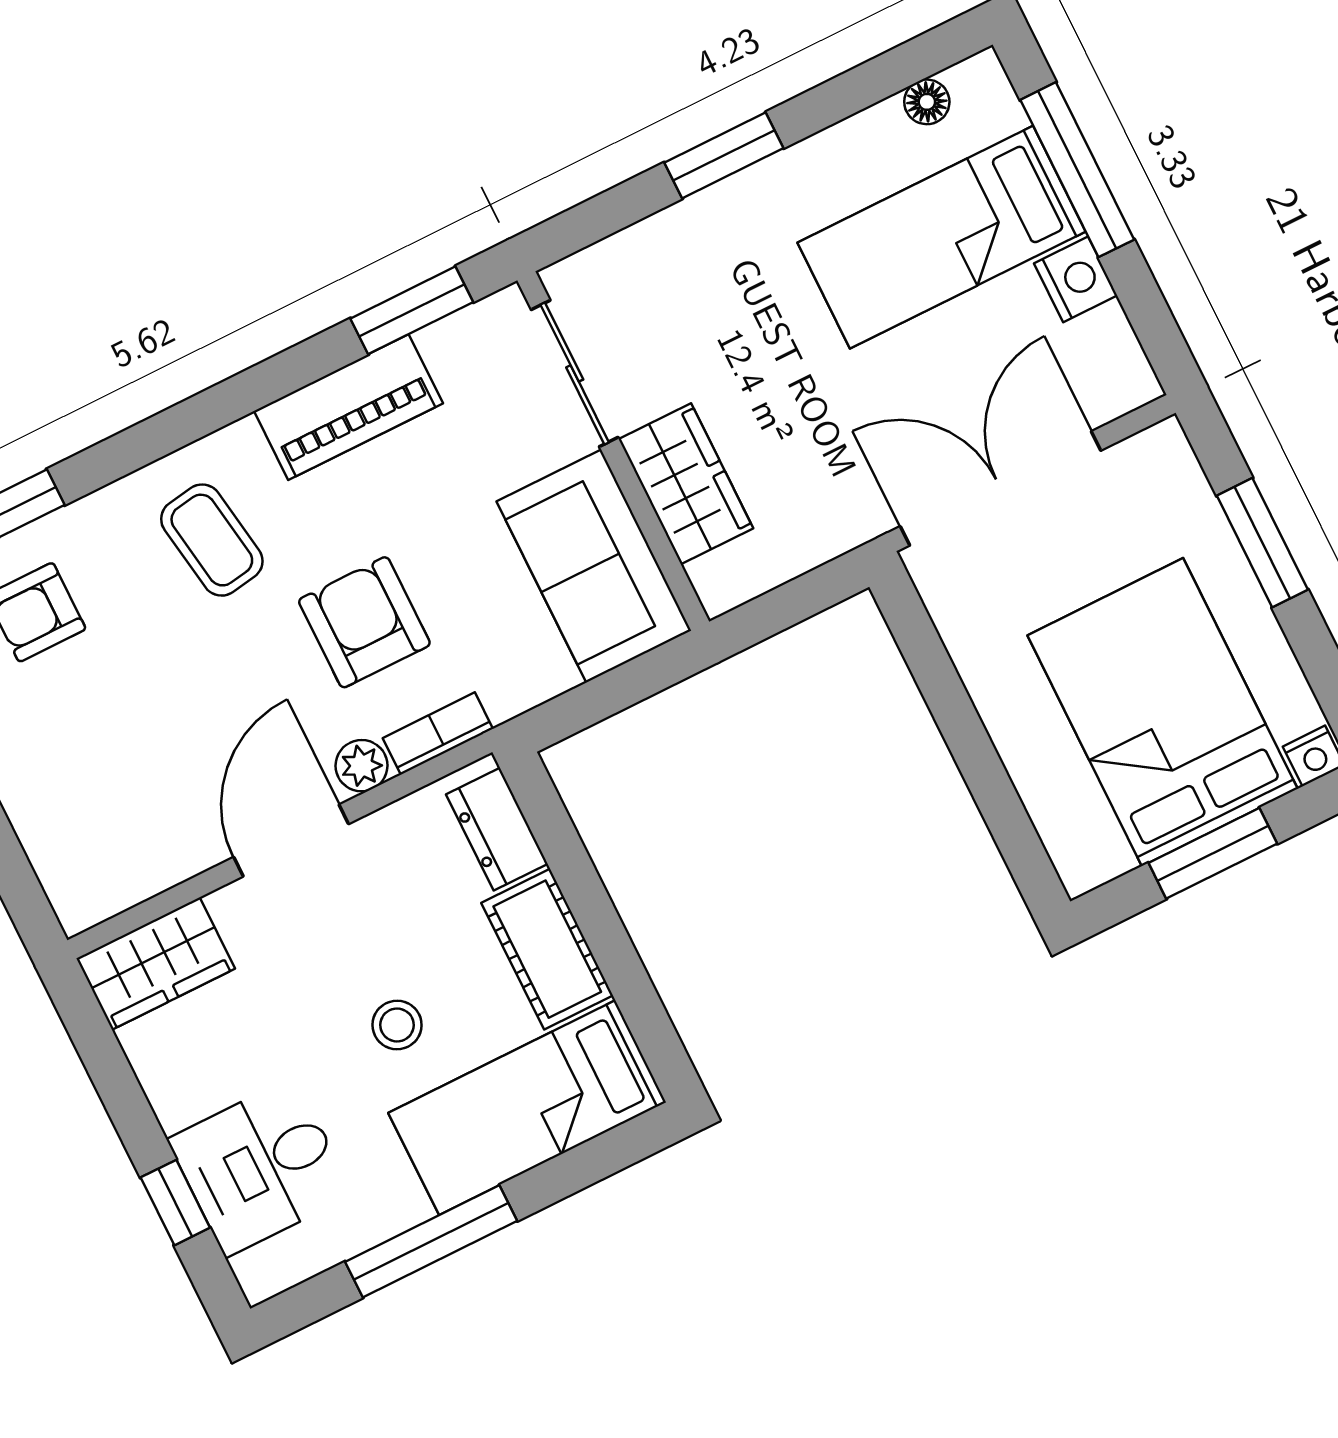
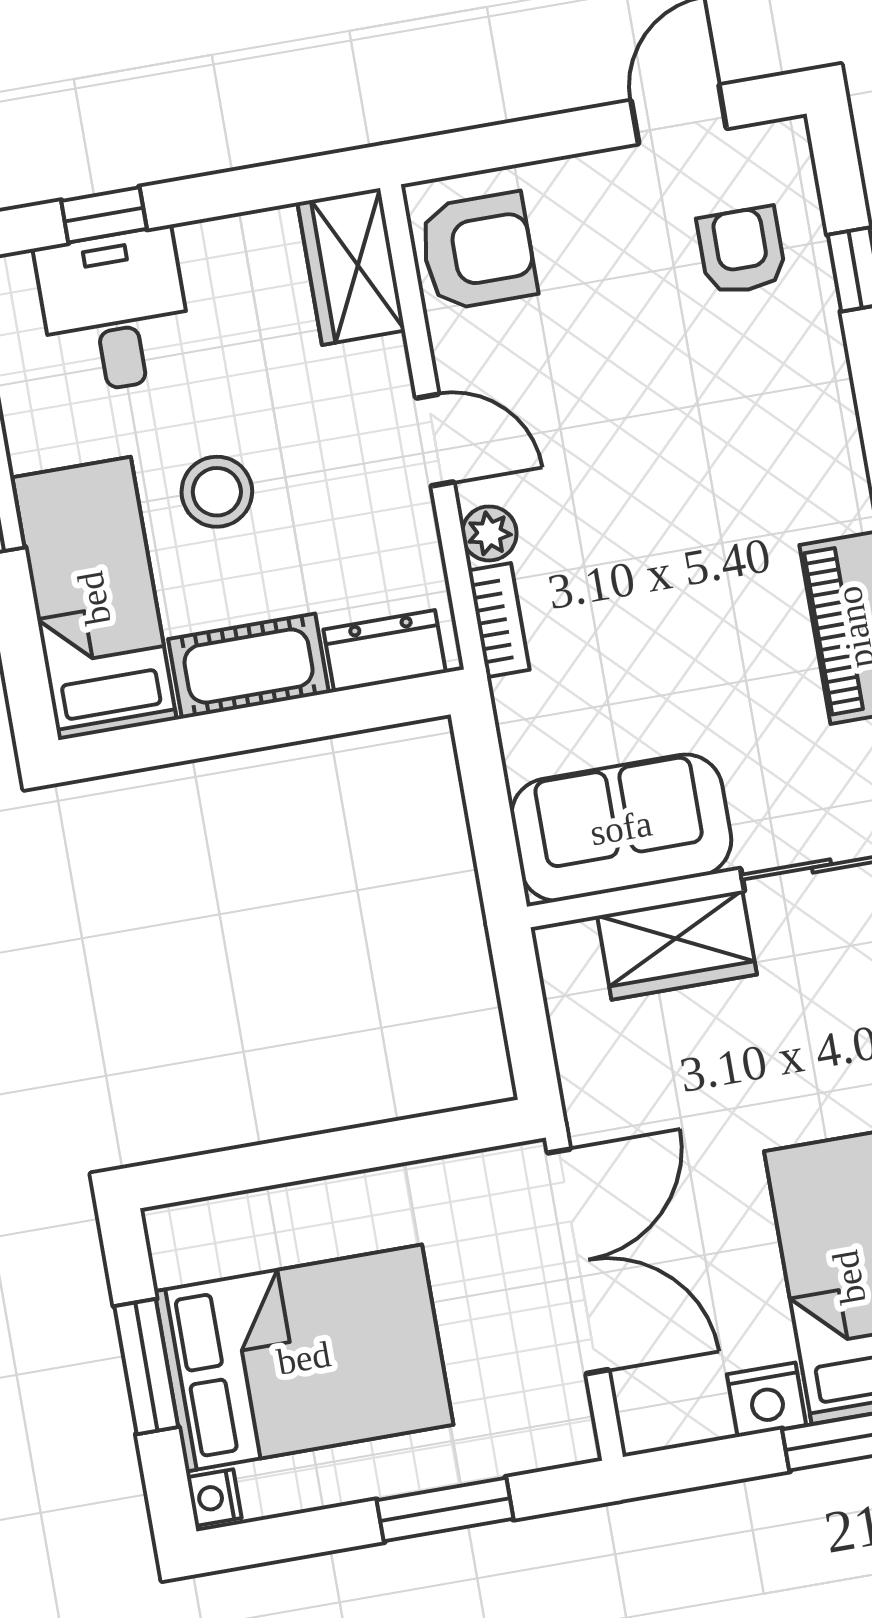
coffee table: (212, 540) -> (762, 450), removed
armchair: (364, 622) -> (478, 251), moved
door: (291, 841) -> (435, 440), width x0.73
stool: (397, 1025) -> (217, 492), width x1.37, depth x1.37

